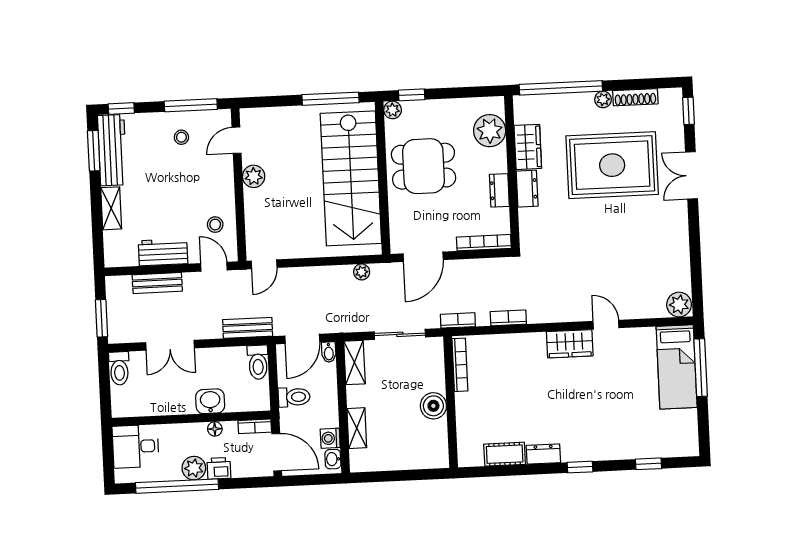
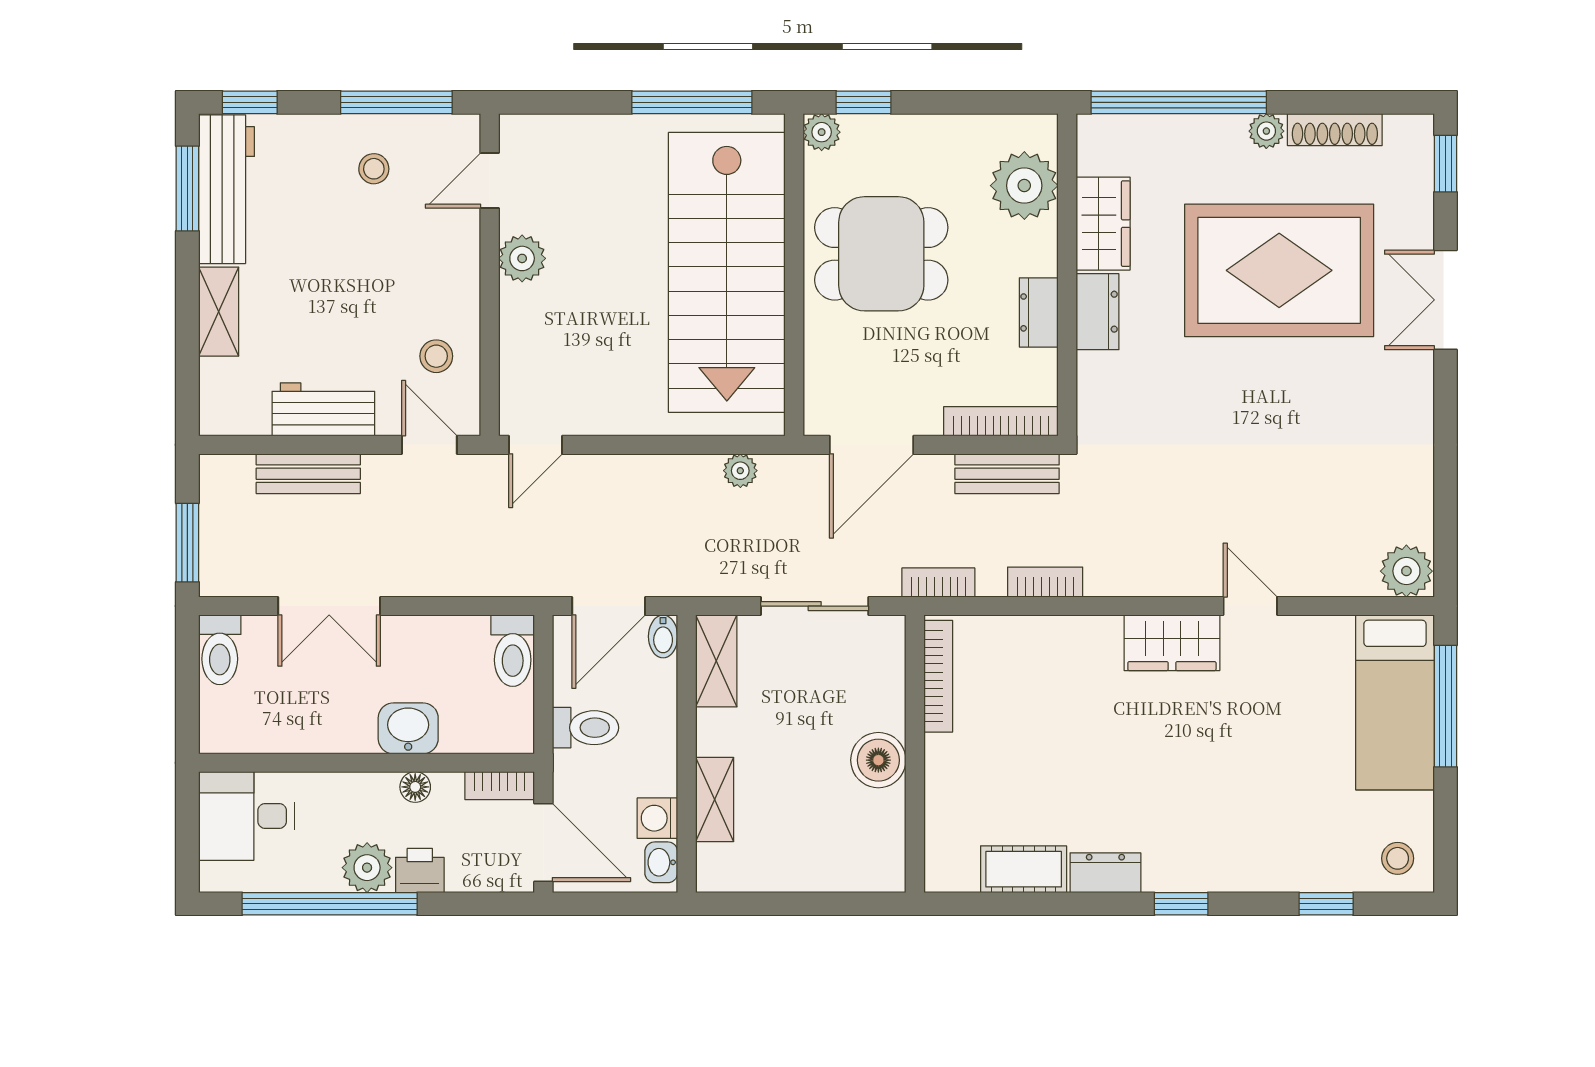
bench: (248, 328) -> (1007, 474), moved
stool: (681, 441) -> (1398, 858), added

